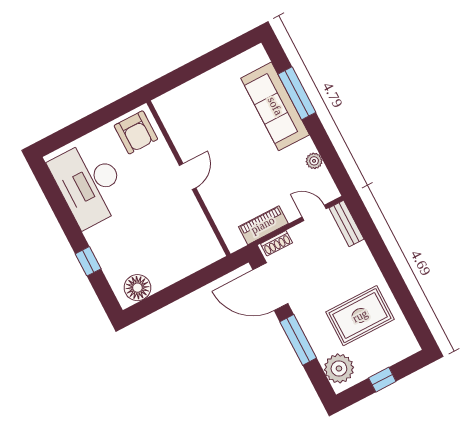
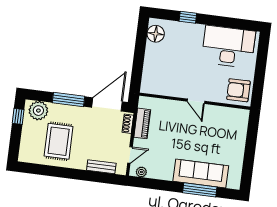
plant: (314, 161) -> (141, 172), moved
bench: (346, 223) -> (101, 167), moved
window: (382, 380) -> (18, 116), moved

